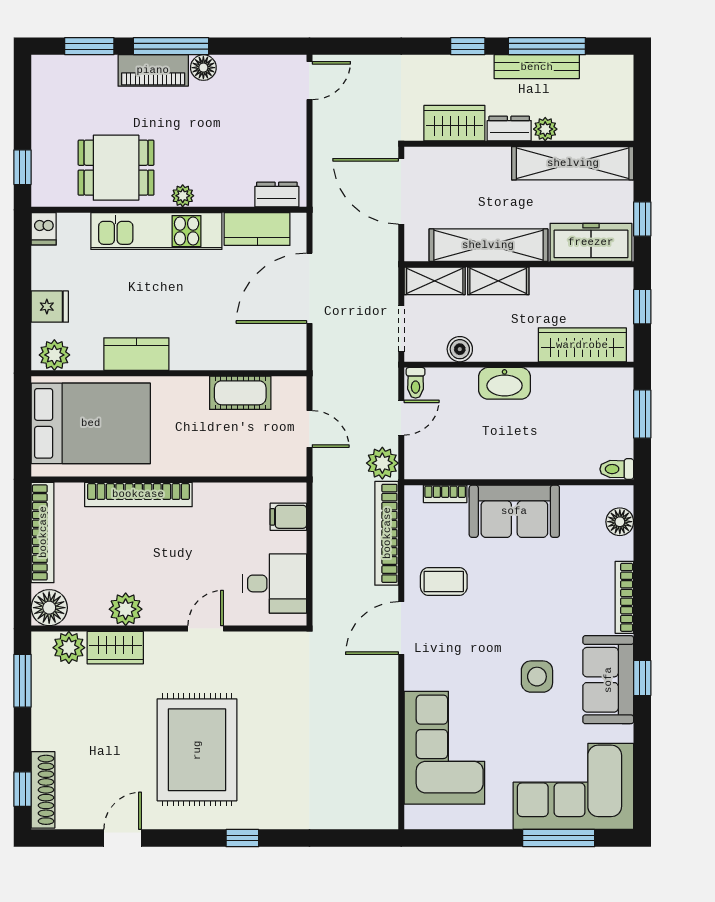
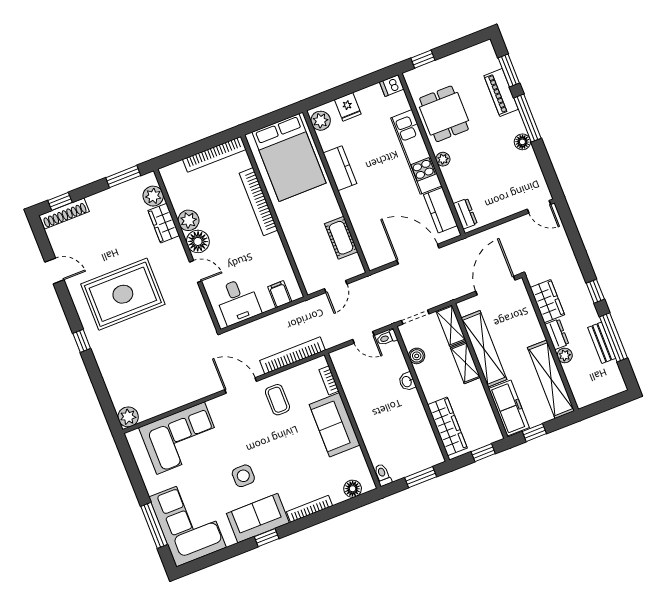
bench: (537, 67) -> (602, 343), width x0.73
piano: (153, 70) -> (501, 92), moved
washbasin: (505, 383) -> (407, 381), width x0.52, depth x0.69
plant: (382, 463) -> (128, 417), moved
floor lamp: (49, 608) -> (198, 241), moved

